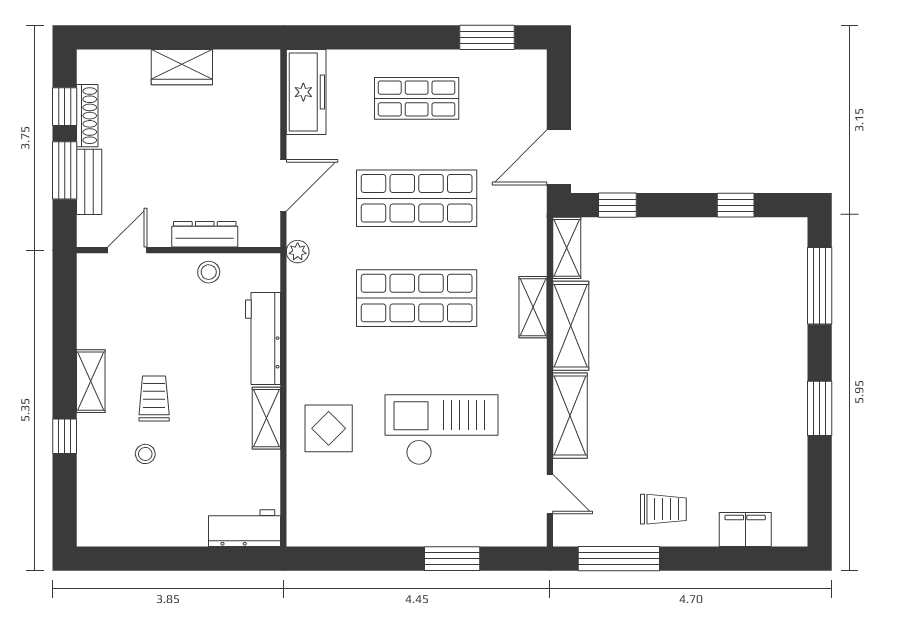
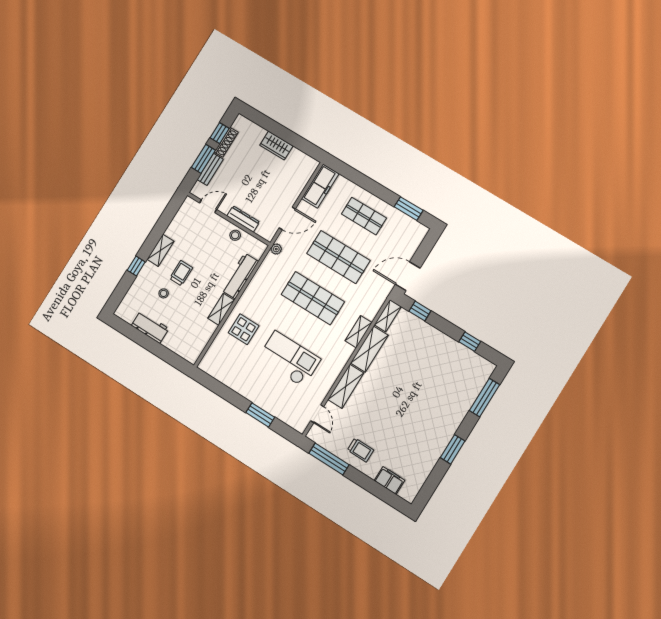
workbench: (244, 528) -> (150, 327), moved

